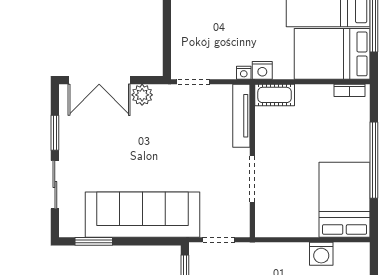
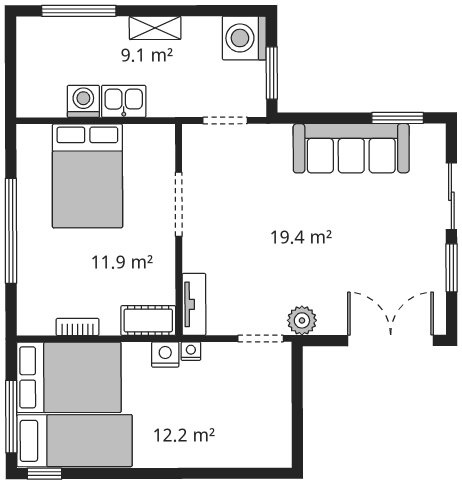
bookcase: (349, 90) -> (78, 327), moved
plant: (142, 95) -> (302, 320), moved
tv unit: (241, 116) -> (194, 304), width x0.71
bed: (345, 200) -> (87, 176), moved
sofa: (143, 215) -> (351, 148), width x0.74, depth x0.79
kitchen sink: (292, 254) -> (124, 101), added

